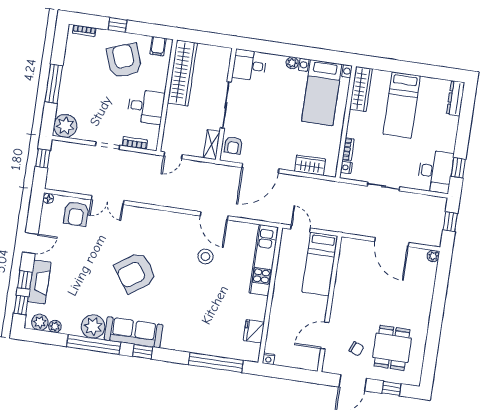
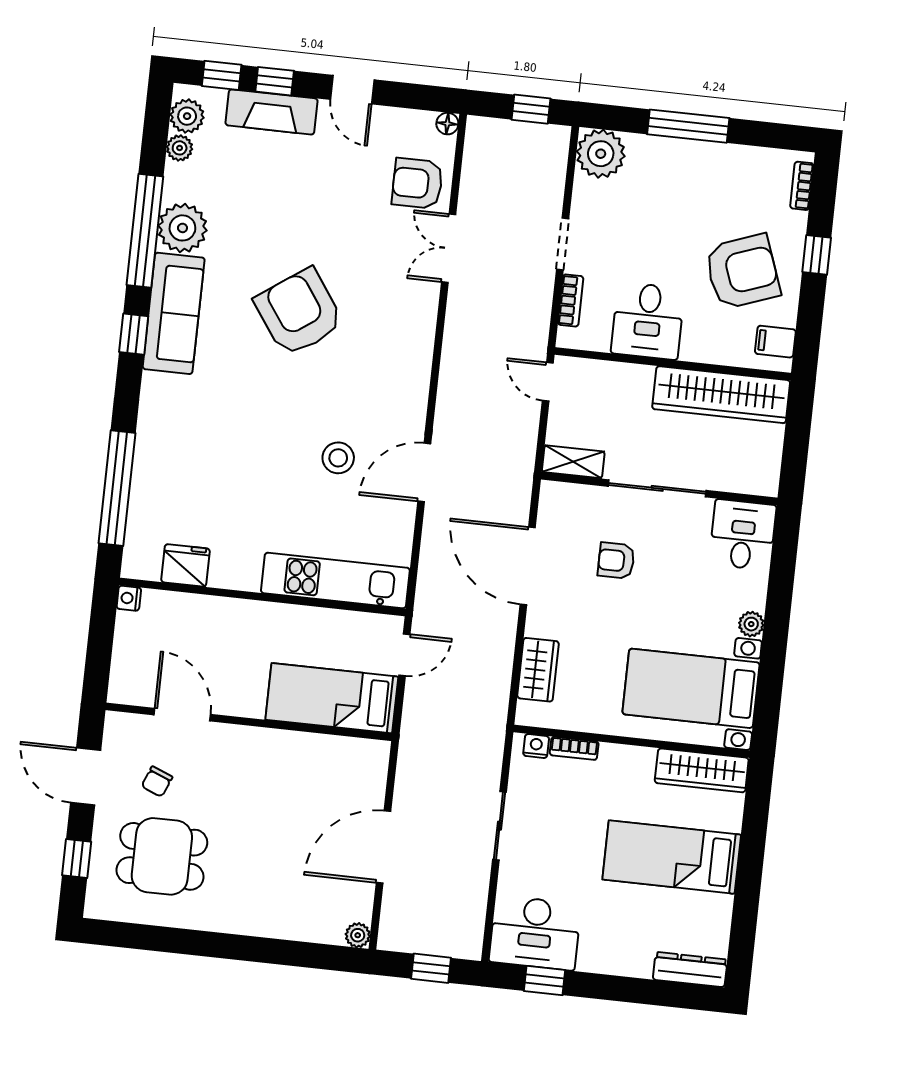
armchair: (233, 145) -> (616, 561), moved

